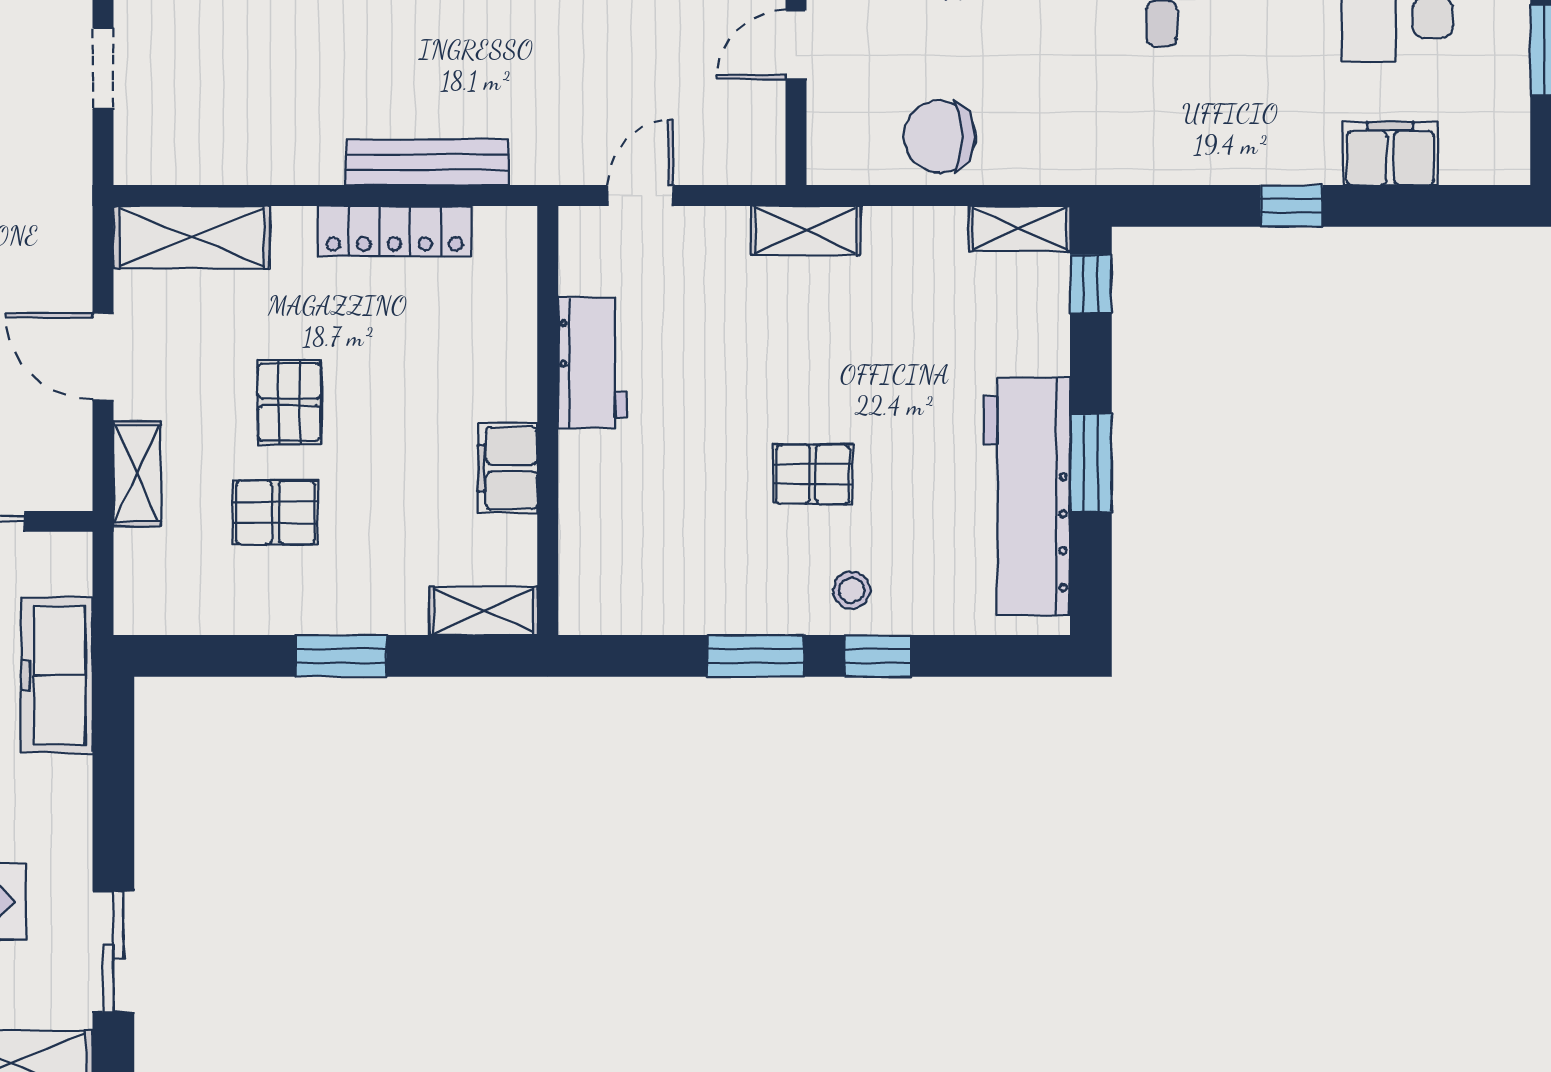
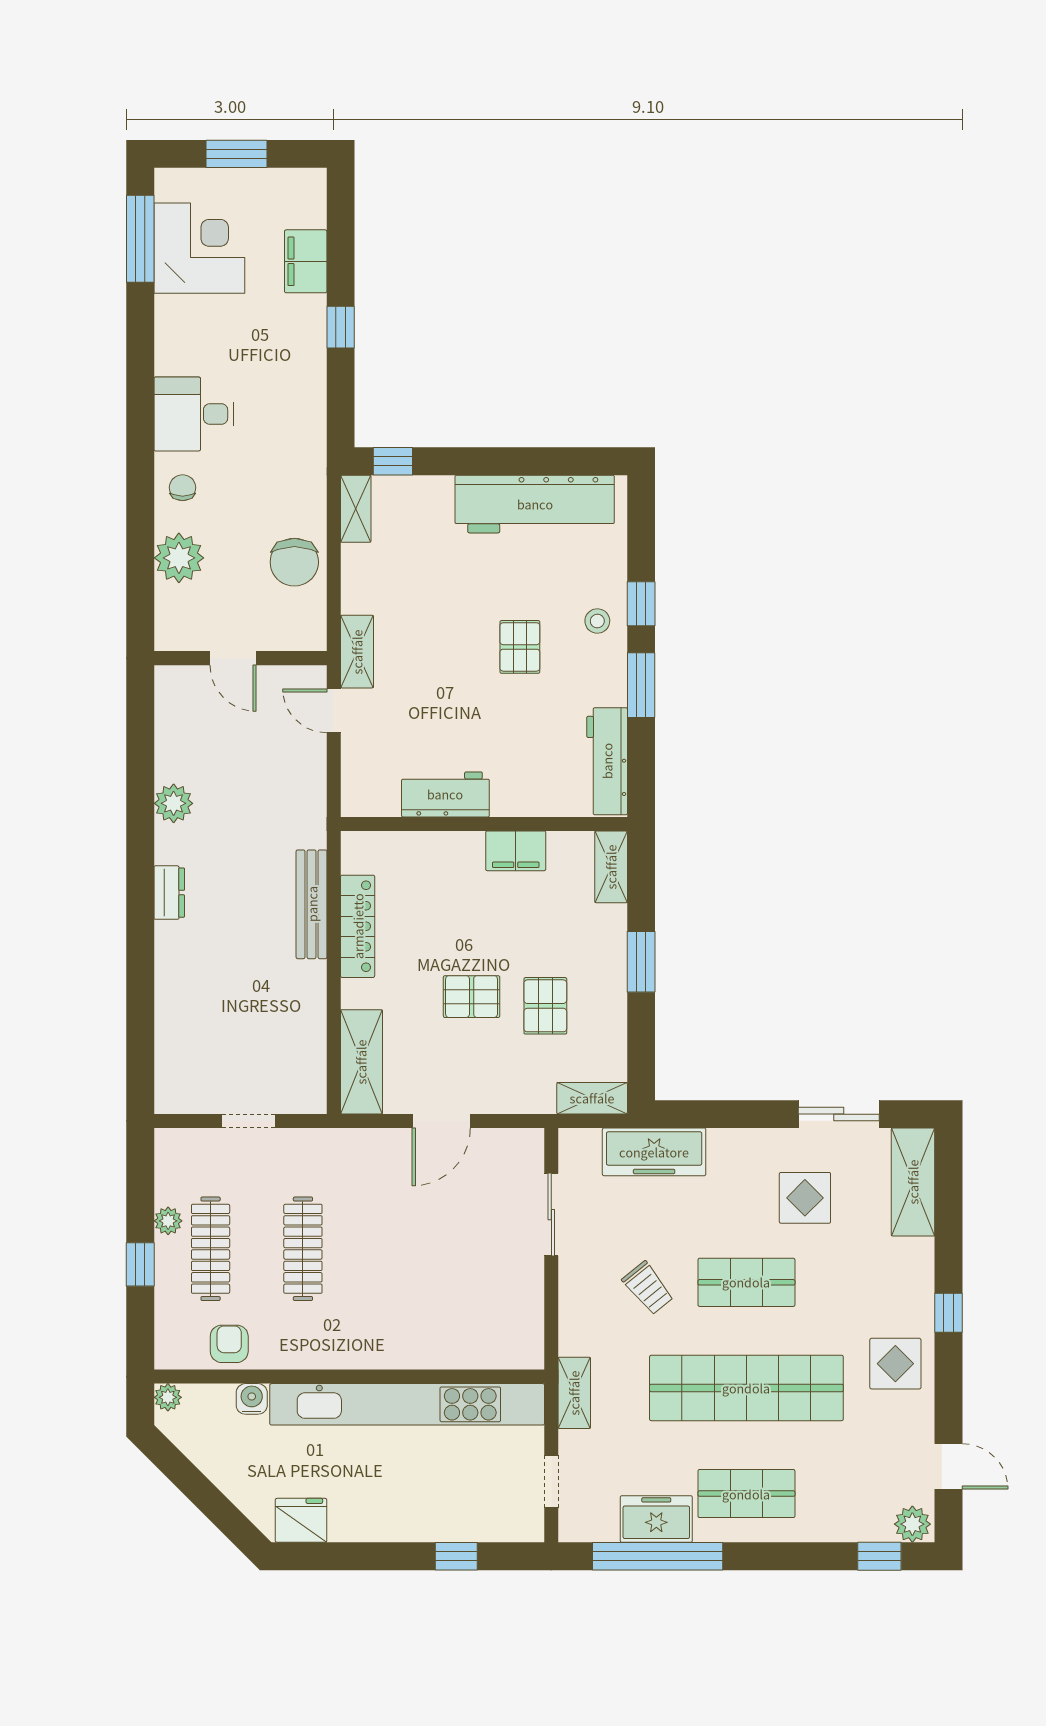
door: (640, 196) -> (334, 711), moved
window: (1091, 463) -> (512, 461), removed
shelving: (137, 474) -> (592, 1098), moved
workbench: (642, 605) -> (607, 761), added

